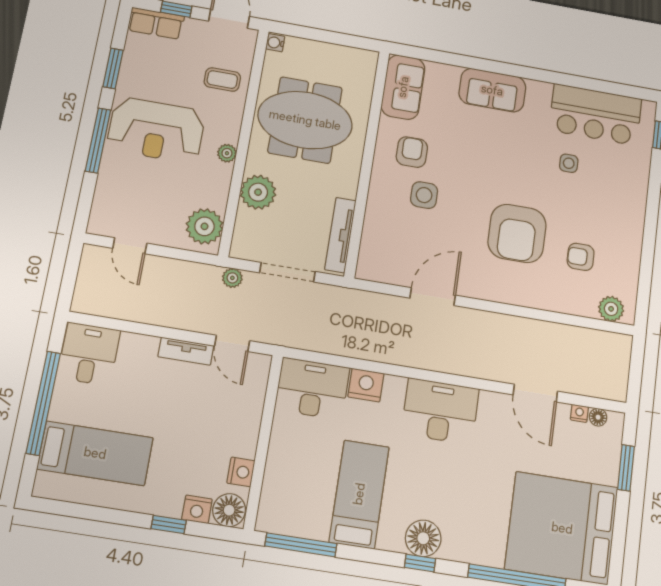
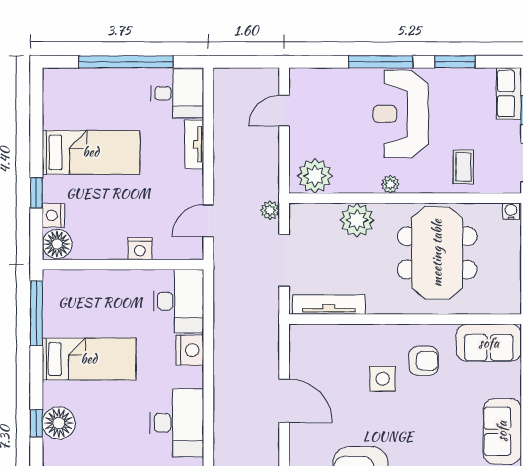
tv unit: (186, 351) -> (194, 144), moved
bed: (95, 453) -> (91, 152), moved, turned -90
nightstand: (241, 472) -> (140, 249), moved

